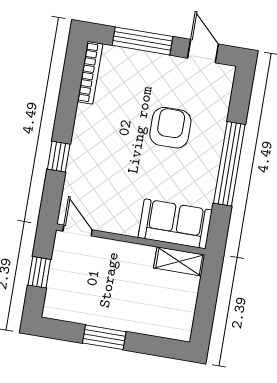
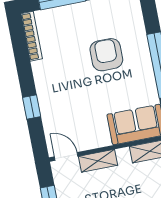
shelving: (113, 250) -> (98, 161), added

